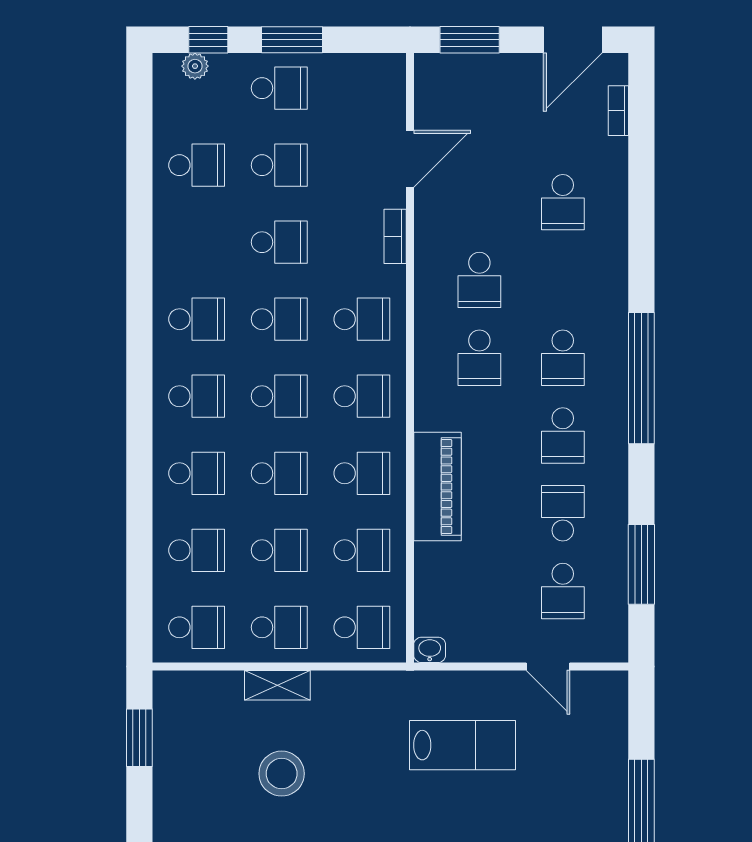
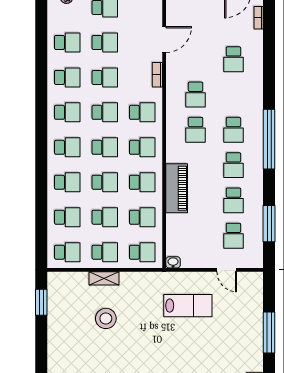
school desk: (197, 242) -> (67, 77), added
school desk: (563, 513) -> (233, 200), turned 180

